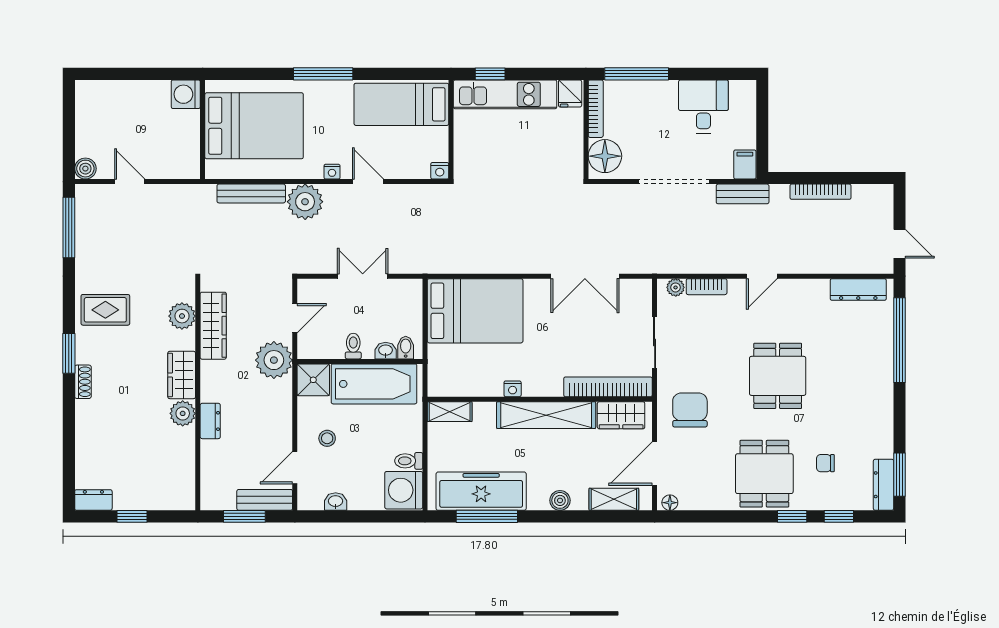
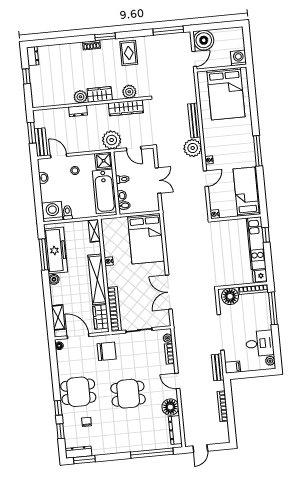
plant: (740, 89) -> (270, 361), added
washing machine: (186, 94) -> (238, 58), moved
bed: (254, 126) -> (226, 94), moved
wall: (203, 129) -> (222, 68), moved
boiler: (85, 169) -> (204, 40), width x1.86, depth x1.86
floor lamp: (812, 295) -> (170, 407), added
boiler: (560, 500) -> (54, 279), moved

